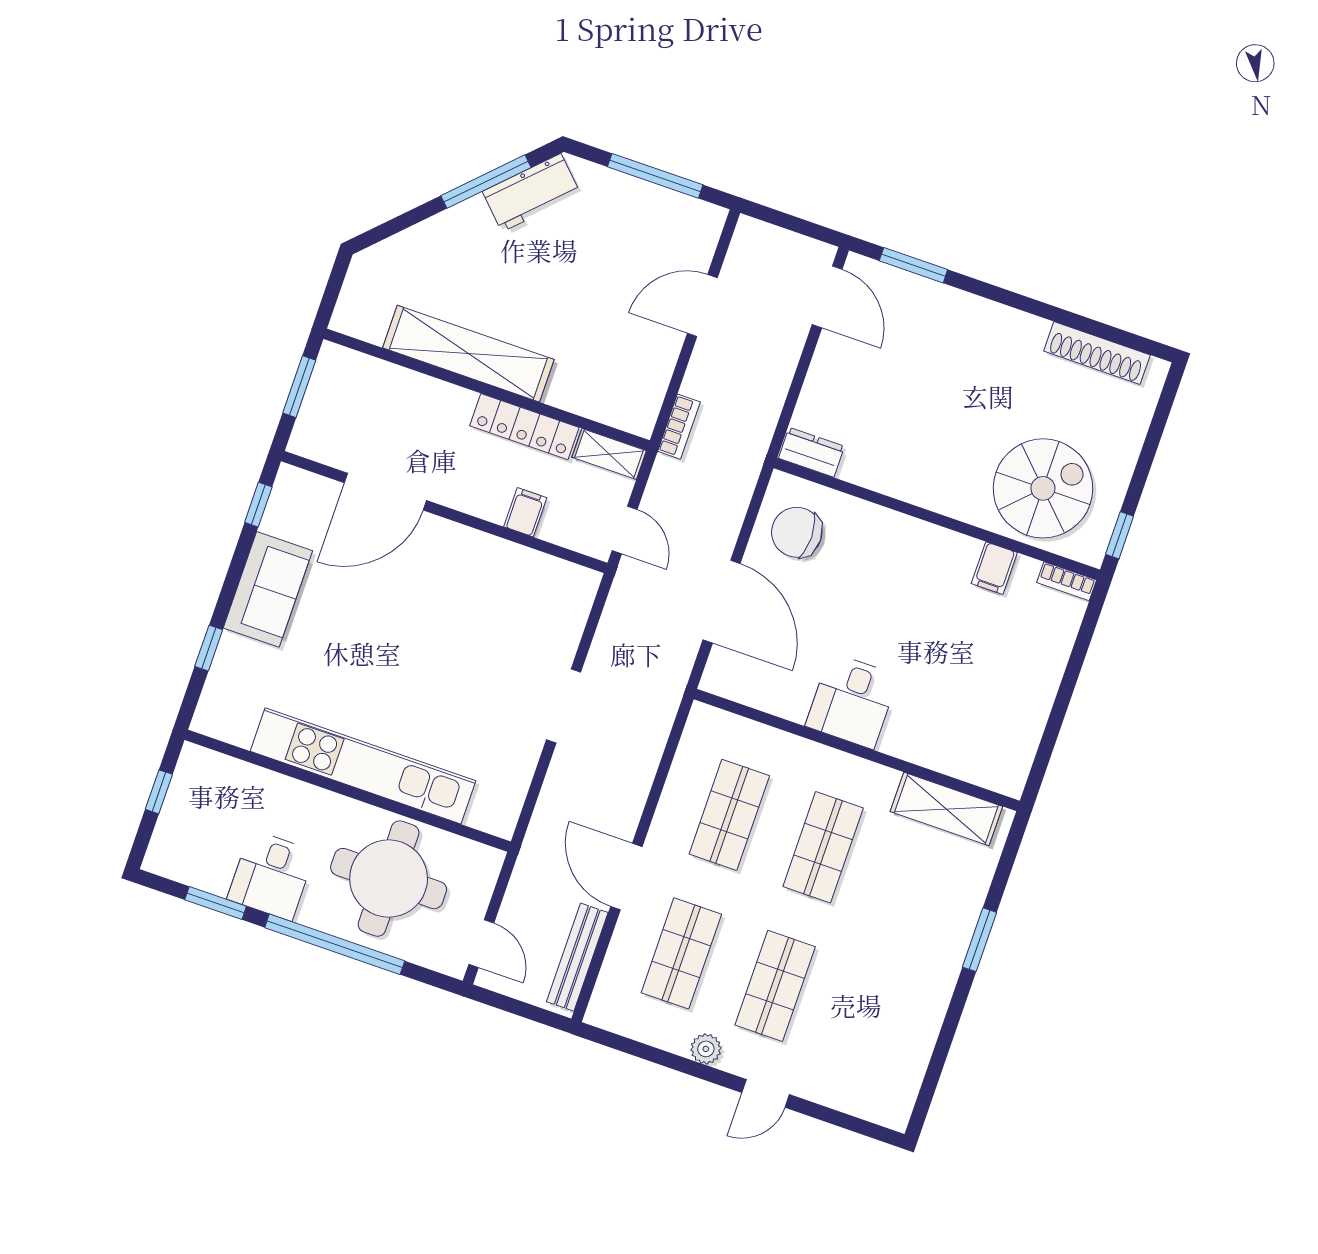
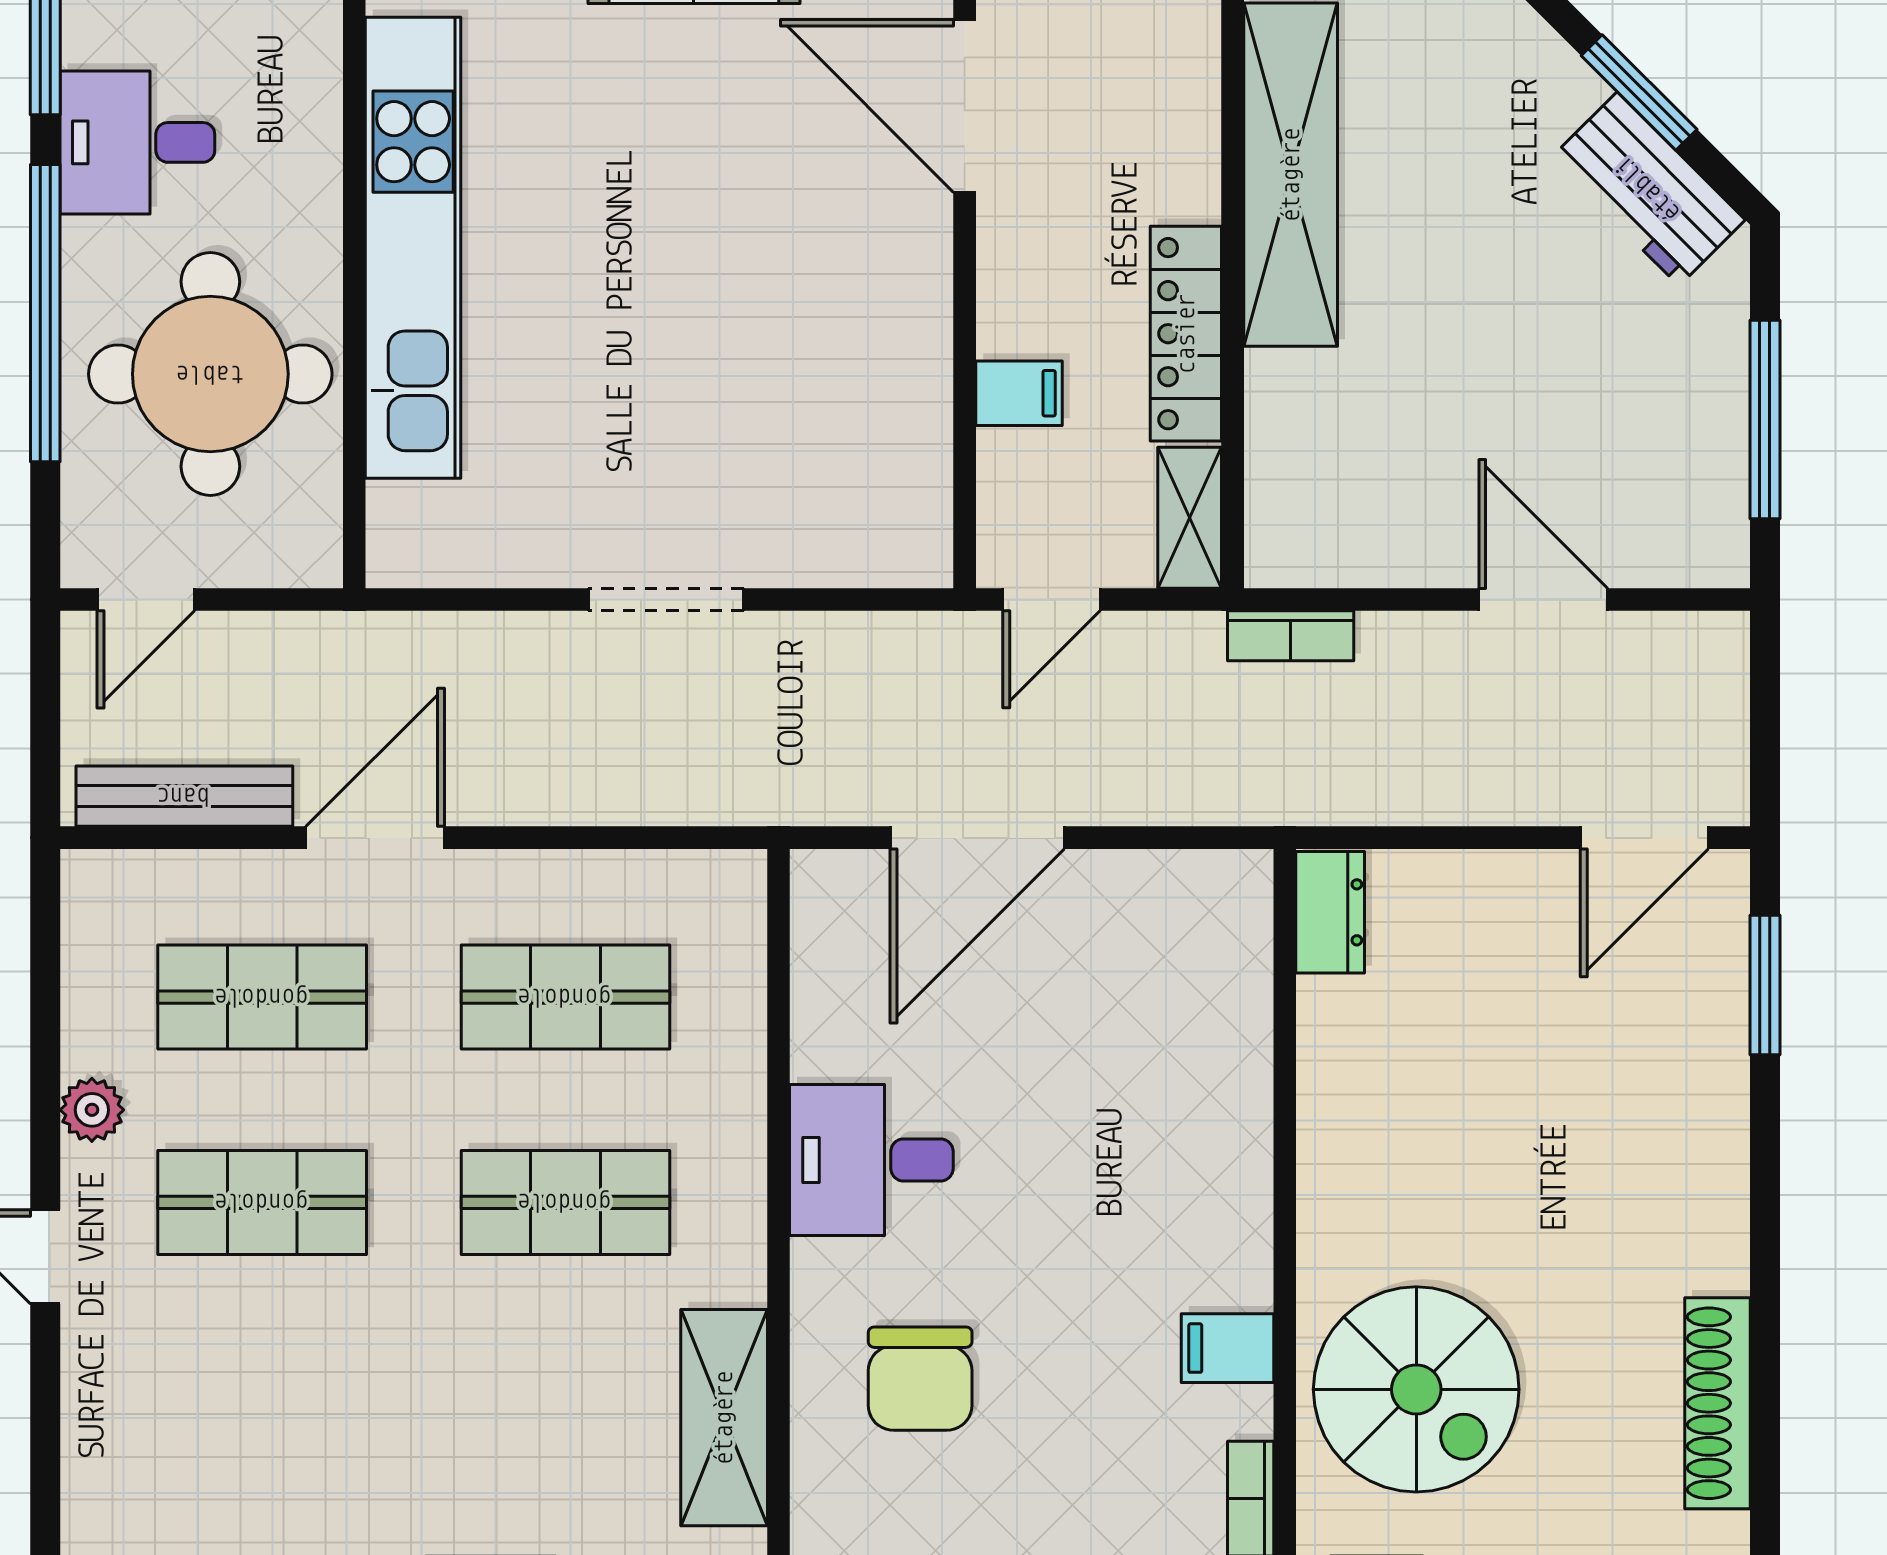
window: (486, 182) -> (1639, 93), width x0.69
chair: (797, 532) -> (920, 1379), moved, turned 180

